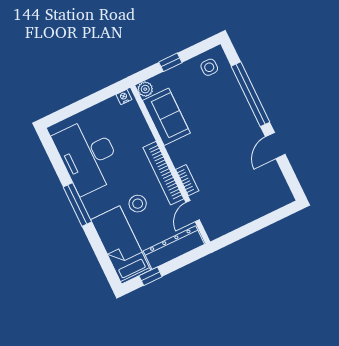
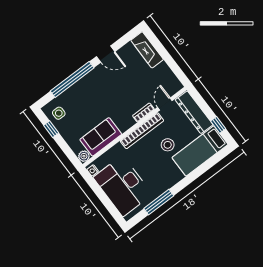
window: (170, 62) -> (51, 129), moved
desk: (88, 156) -> (123, 186), moved, turned 90
fireplace: (270, 202) -> (147, 50), added
window: (77, 204) -> (159, 202), moved
door: (193, 211) -> (165, 104), swing flipped

